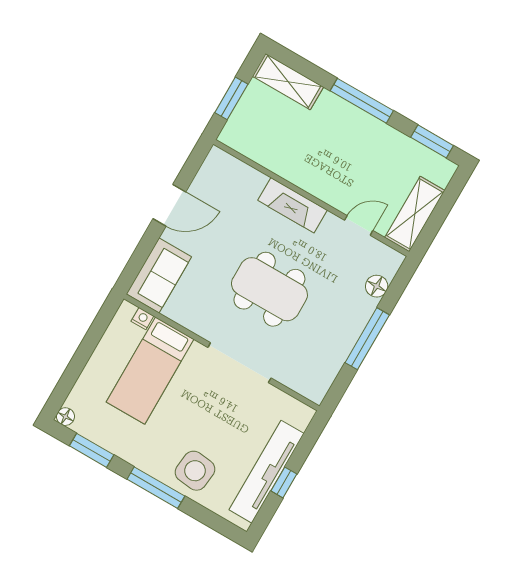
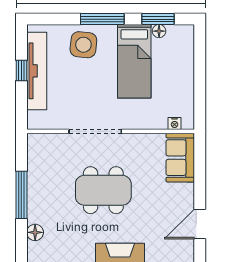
door: (169, 205) -> (200, 224), moved
bed: (150, 371) -> (134, 61), moved, turned 180
floor lamp: (65, 417) -> (159, 31), moved

